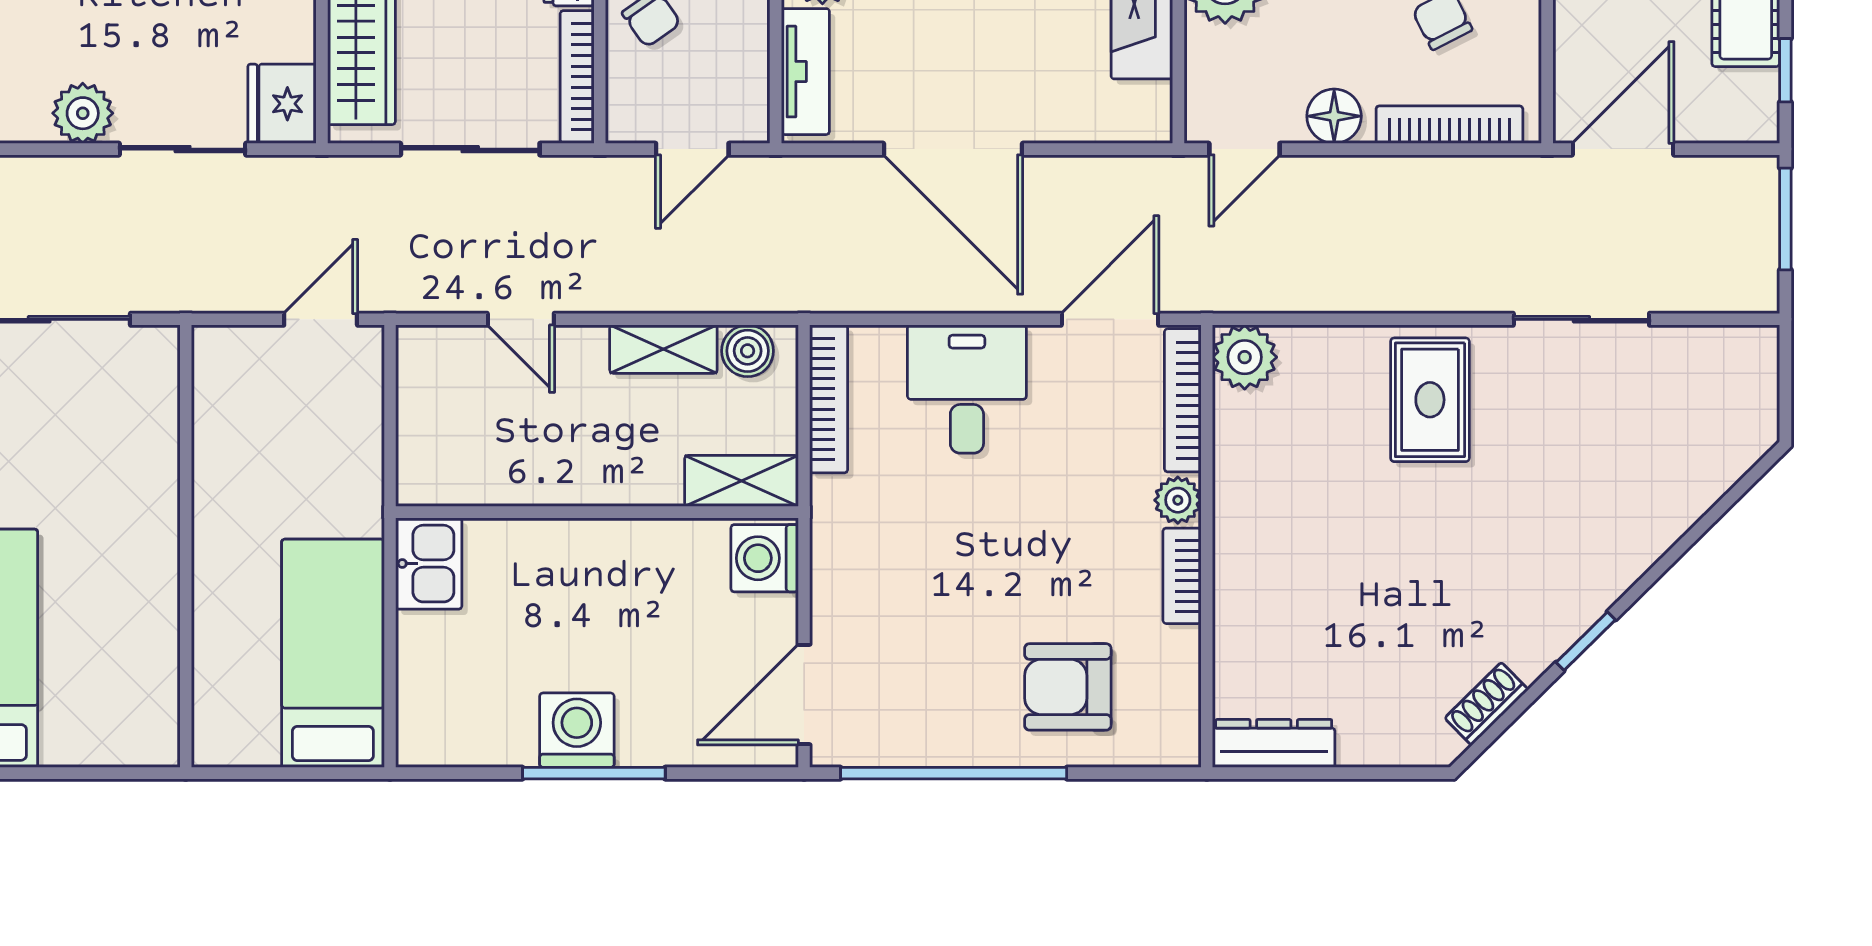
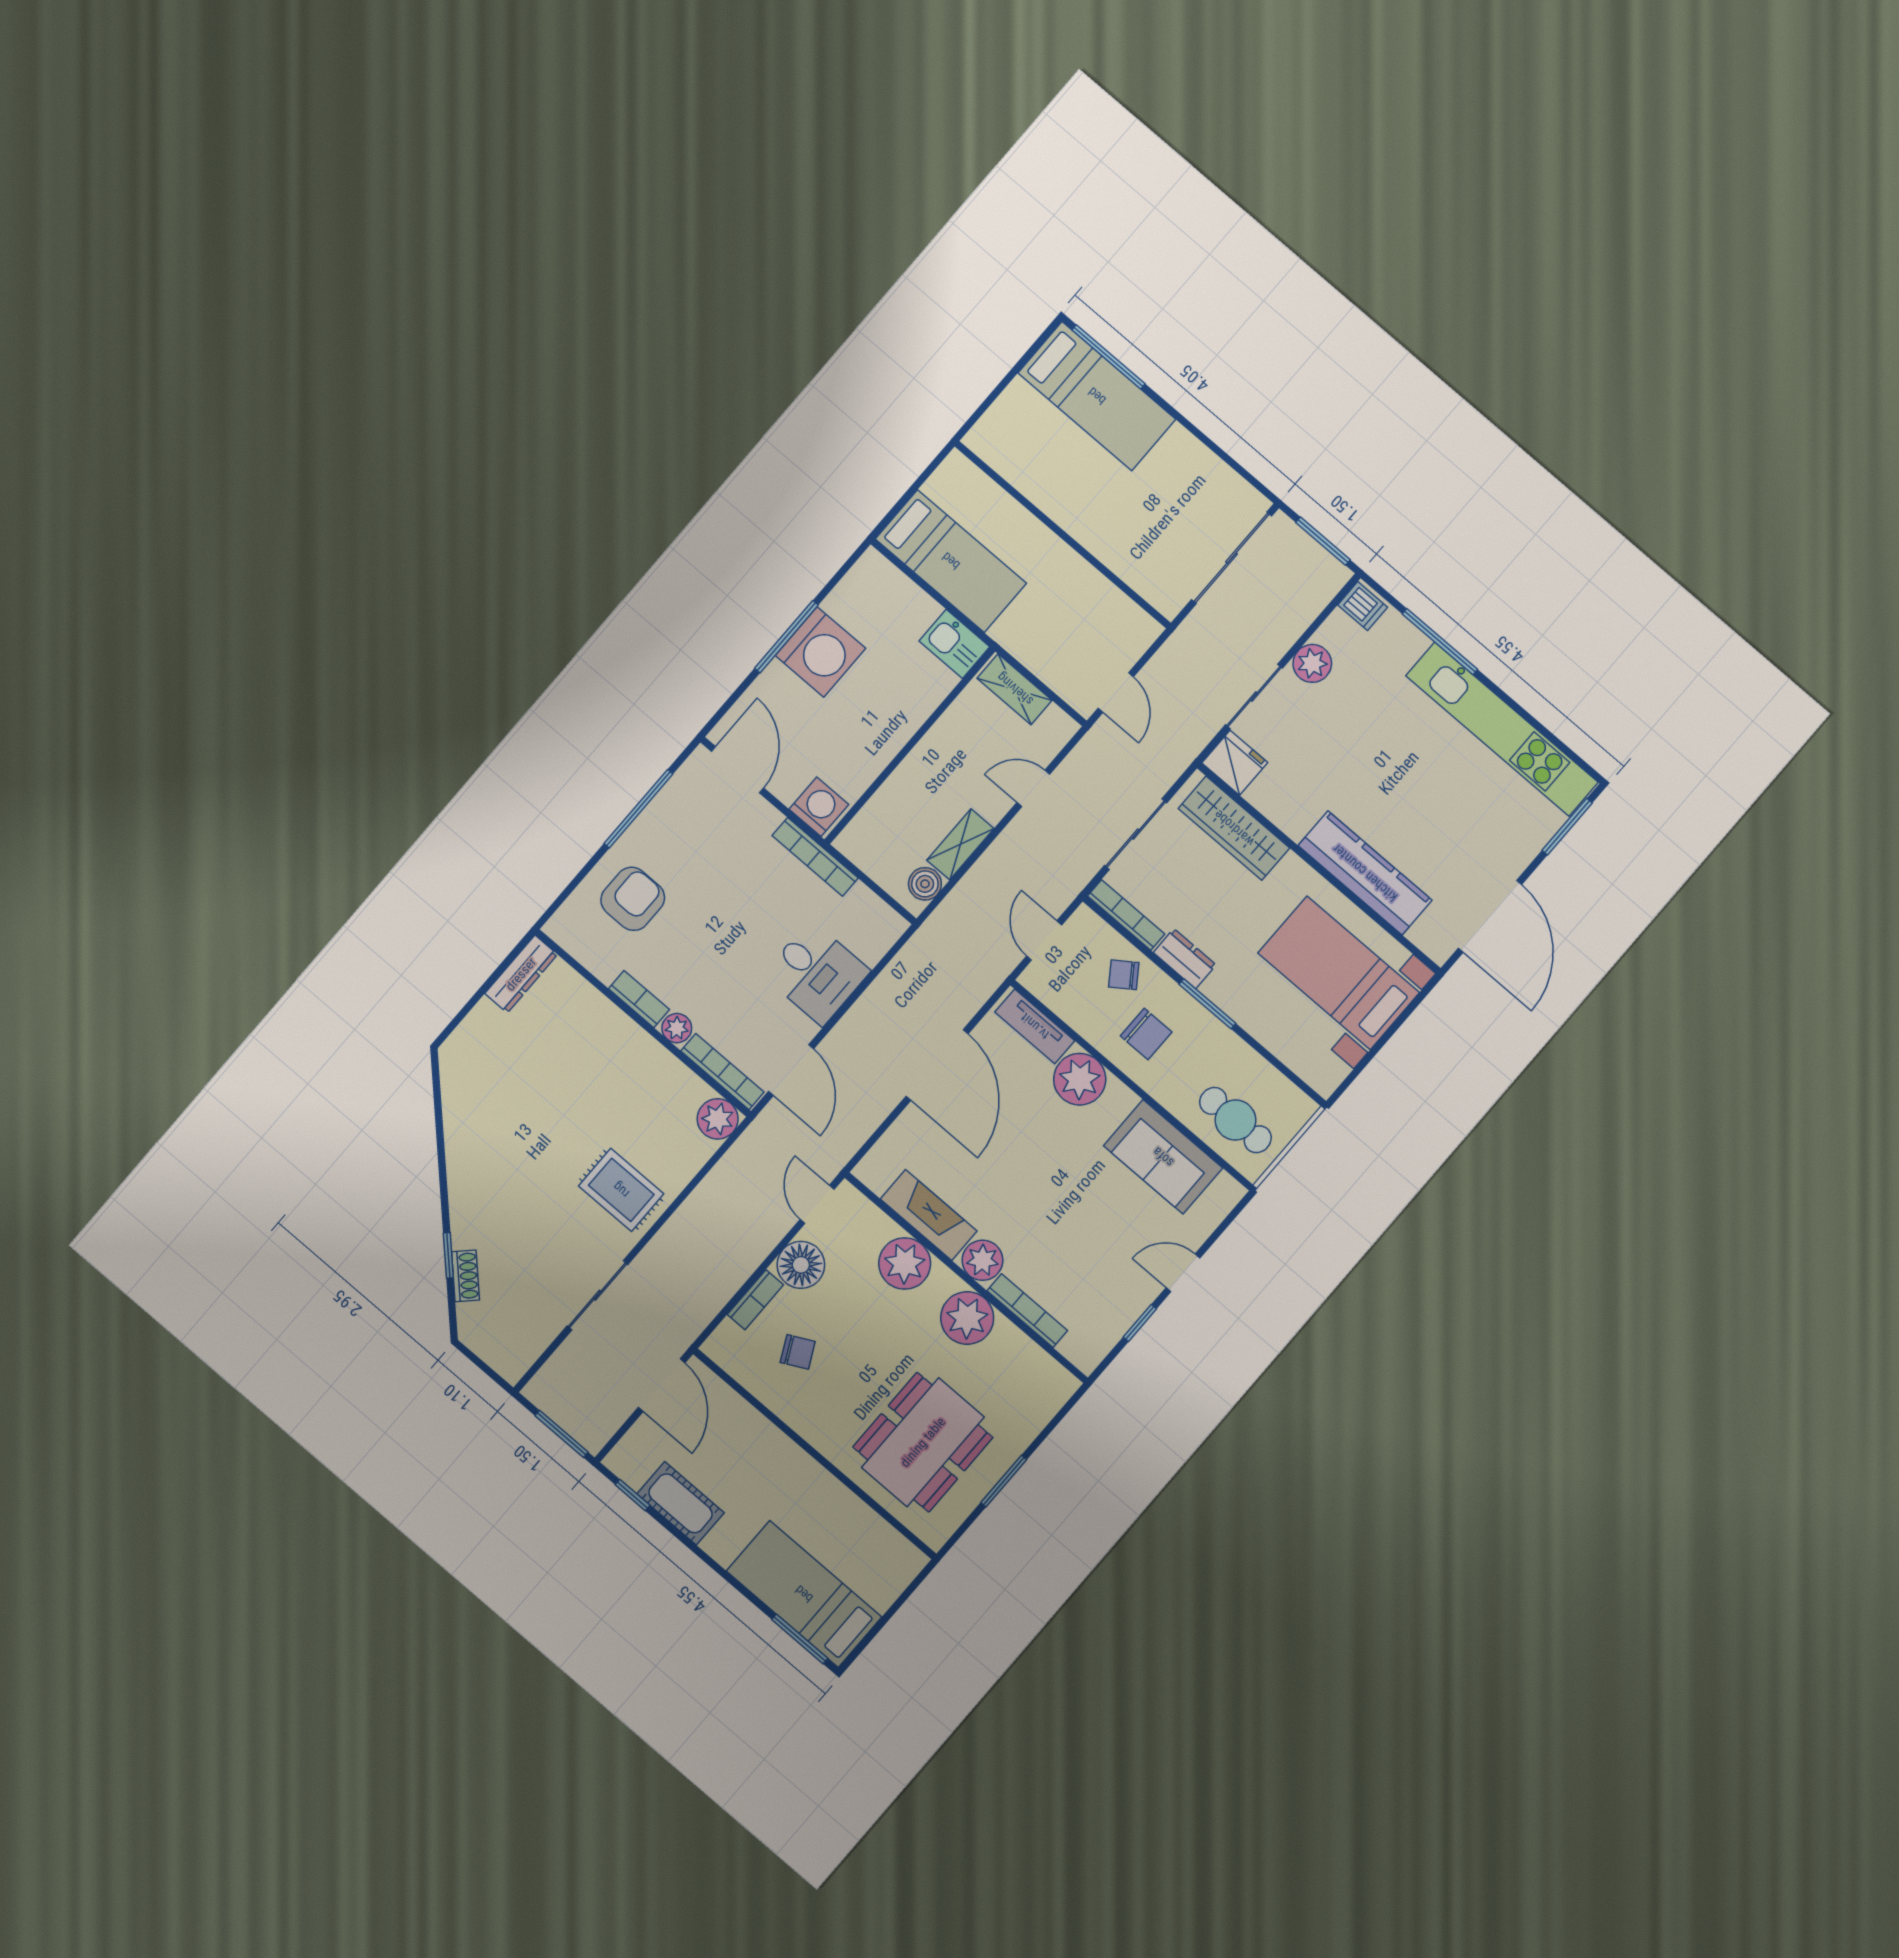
floor lamp: (1334, 116) -> (801, 1265), width x1.38, depth x1.38
bookcase: (1449, 125) -> (755, 1300), width x0.64
door: (953, 149) -> (937, 1065), swing flipped
bookcase: (829, 399) -> (815, 857), moved
shelving: (742, 481) -> (1015, 689), moved, turned 90
window: (1586, 641) -> (448, 1255), moved
shoe rack: (1486, 704) -> (466, 1276), moved
washing machine: (577, 730) -> (820, 652), width x1.37, depth x1.37
window: (954, 773) -> (638, 809), width x0.68

